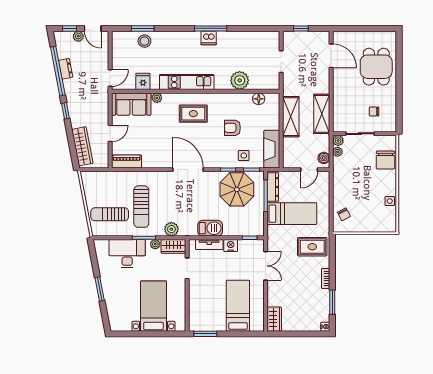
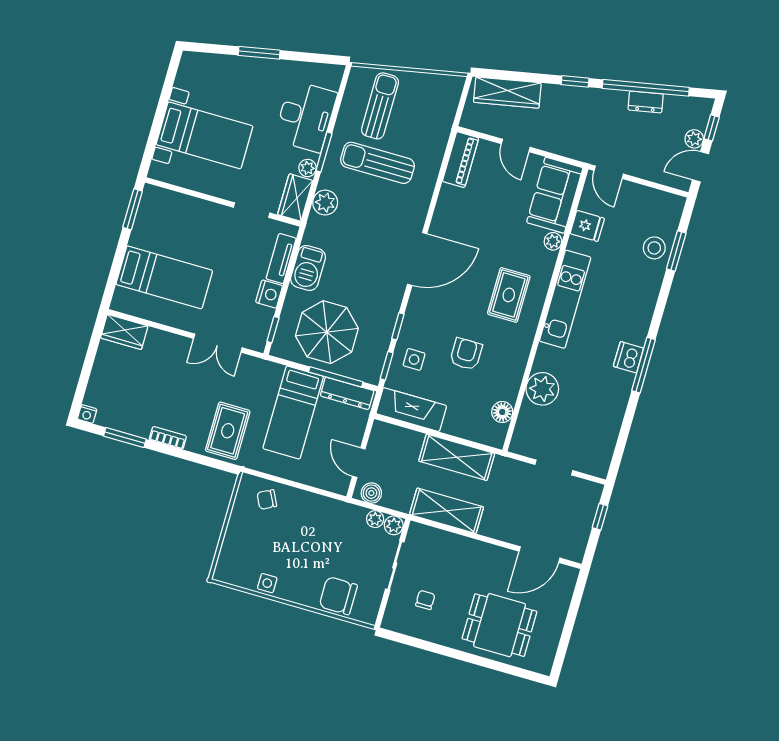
parasol: (237, 189) -> (327, 332), moved

